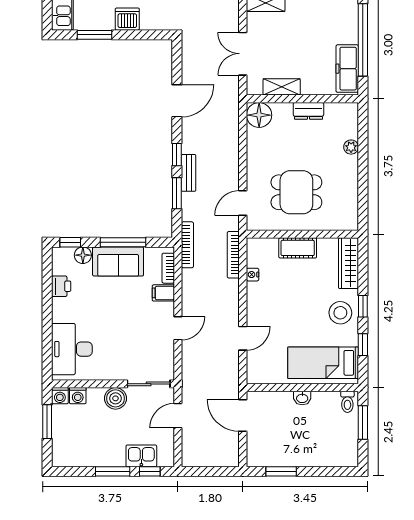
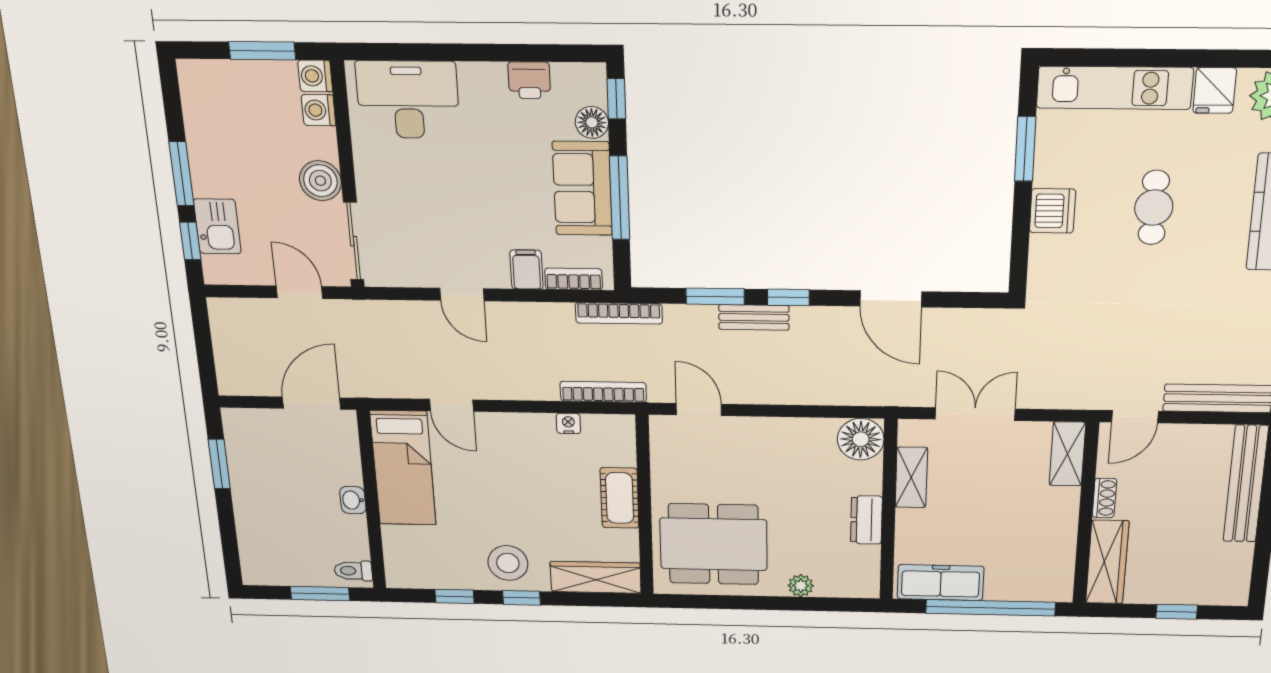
dining table: (296, 192) -> (714, 544), moved, width x1.38
bed: (323, 363) -> (403, 468), moved, turned 180

